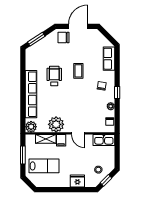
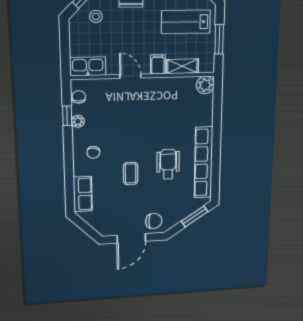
wheelchair: (54, 76) -> (168, 164), turned 180
window: (117, 92) -> (67, 116), moved
row of seats: (31, 94) -> (203, 163), moved
plant: (56, 124) -> (166, 90), removed

